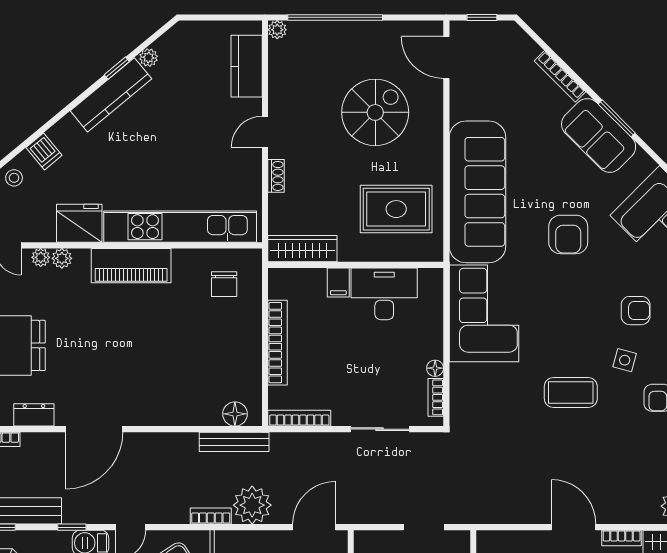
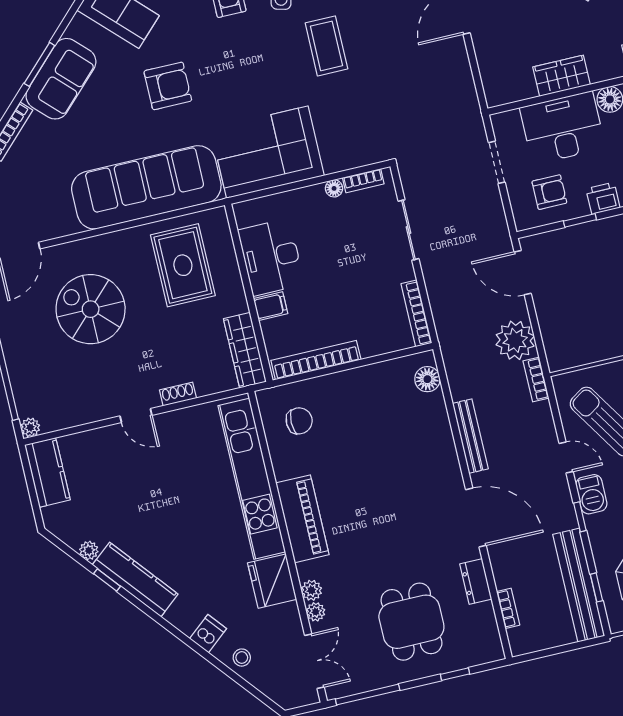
kitchen counter: (247, 66) -> (47, 472), moved, turned -90
bookcase: (278, 343) -> (316, 360), moved
bench: (234, 442) -> (470, 436), moved

